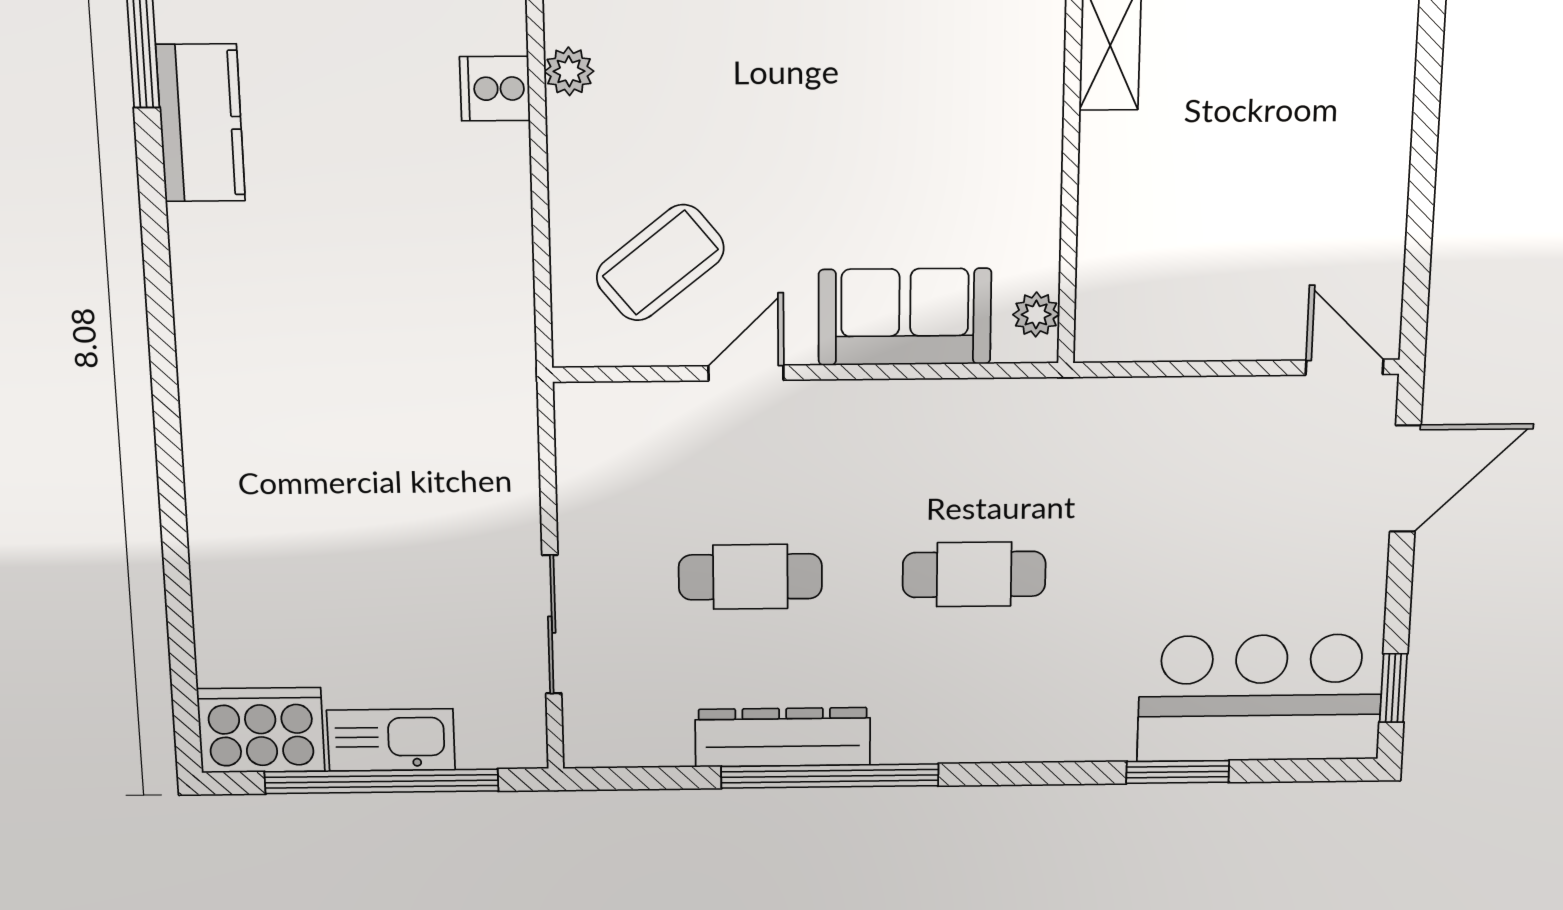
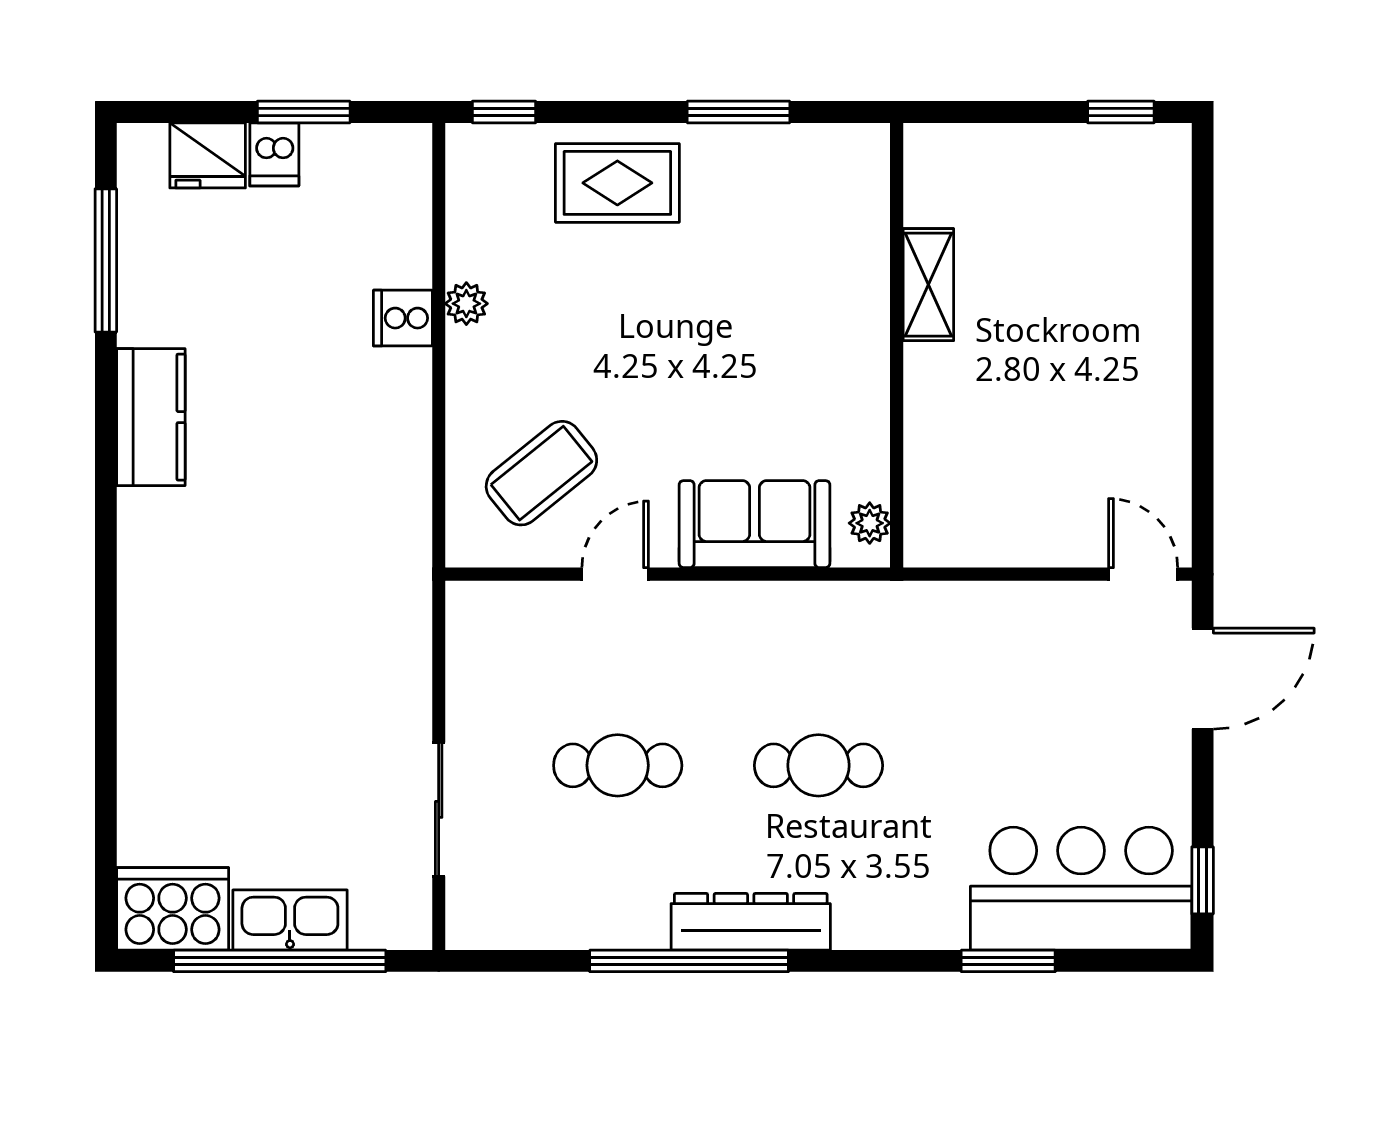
kitchen counter: (201, 123) -> (151, 417), moved
dresser: (783, 737) -> (751, 922), moved

